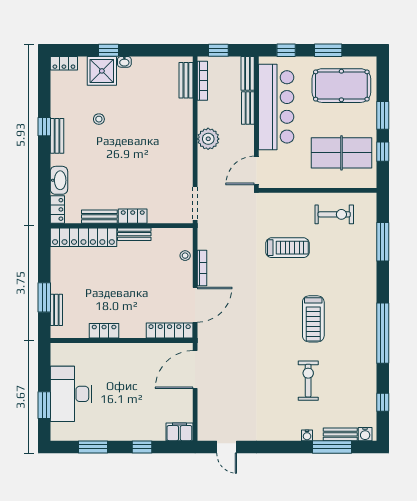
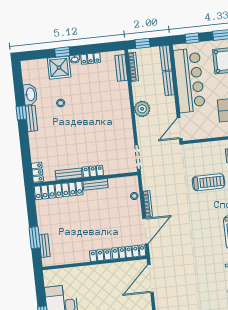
locker: (64, 63) -> (91, 59), moved
washbasin: (59, 180) -> (30, 94), moved
locker: (104, 331) -> (100, 255), moved

